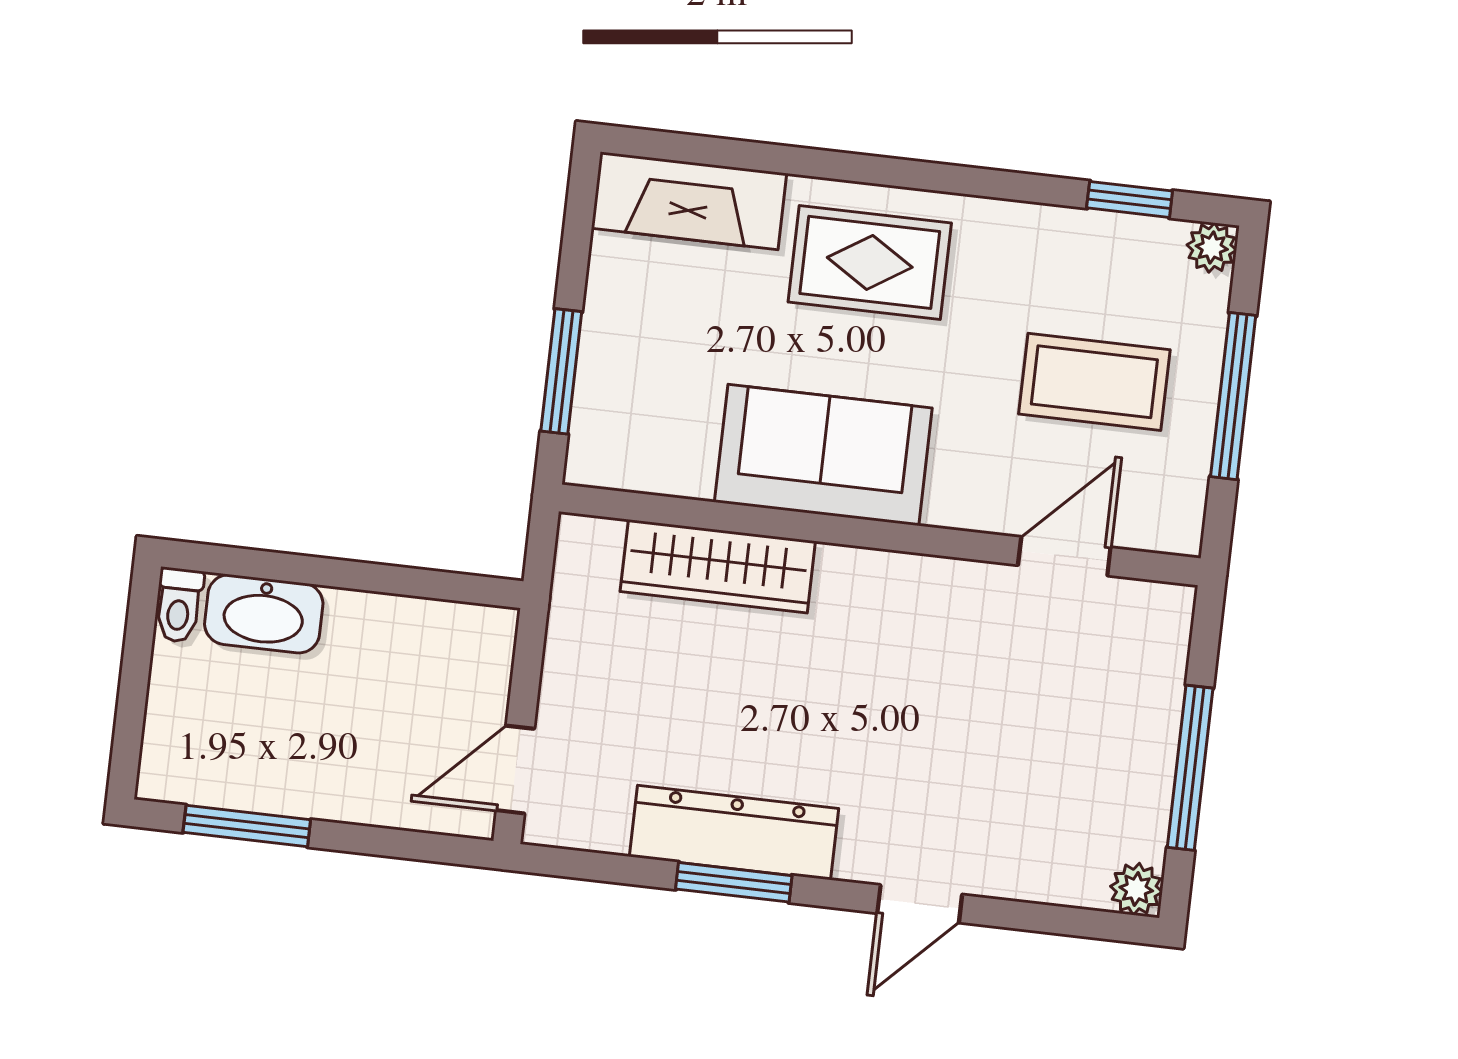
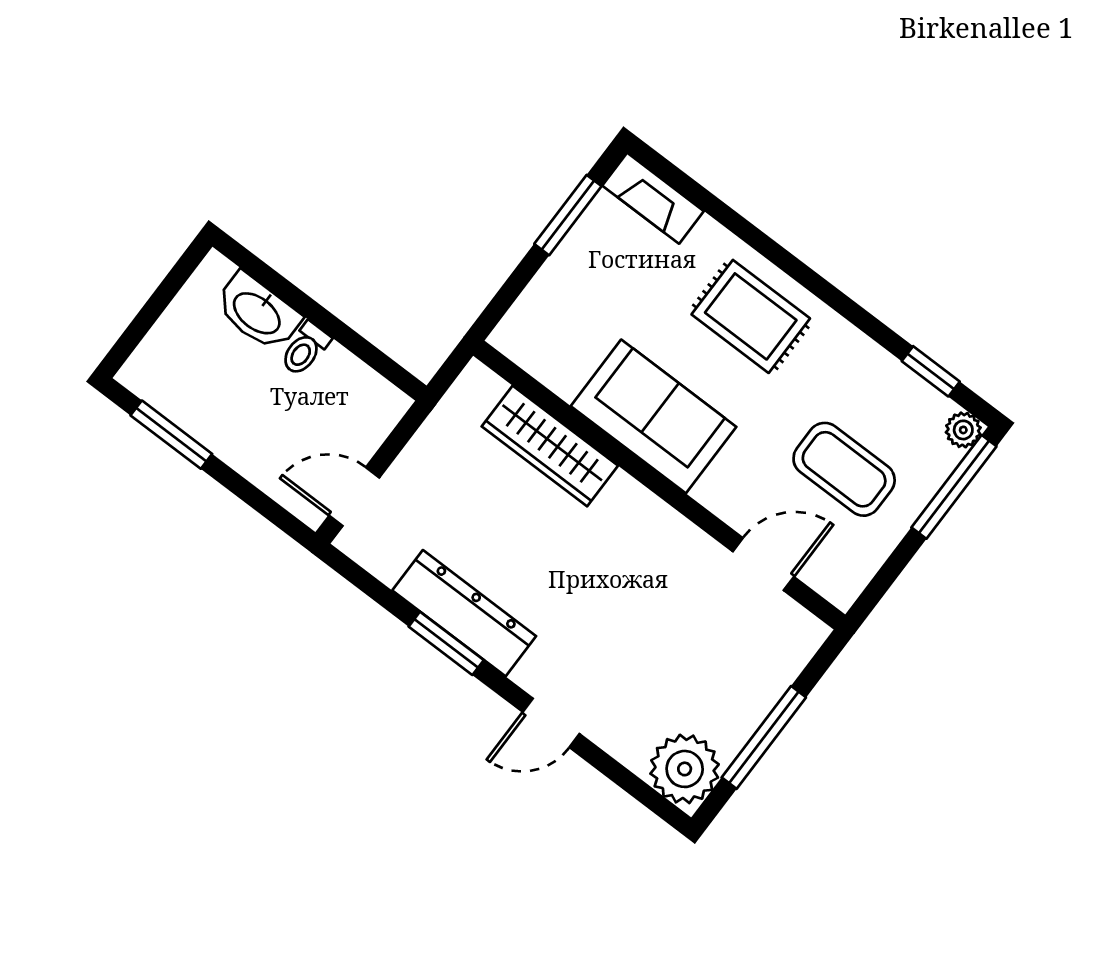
fireplace: (689, 201) -> (653, 198), width x0.73, depth x0.76
window: (561, 371) -> (568, 215), moved
window: (1233, 396) -> (954, 487), moved
toilet: (179, 605) -> (305, 349), moved
plant: (1136, 889) -> (685, 769), width x1.88, depth x1.88

